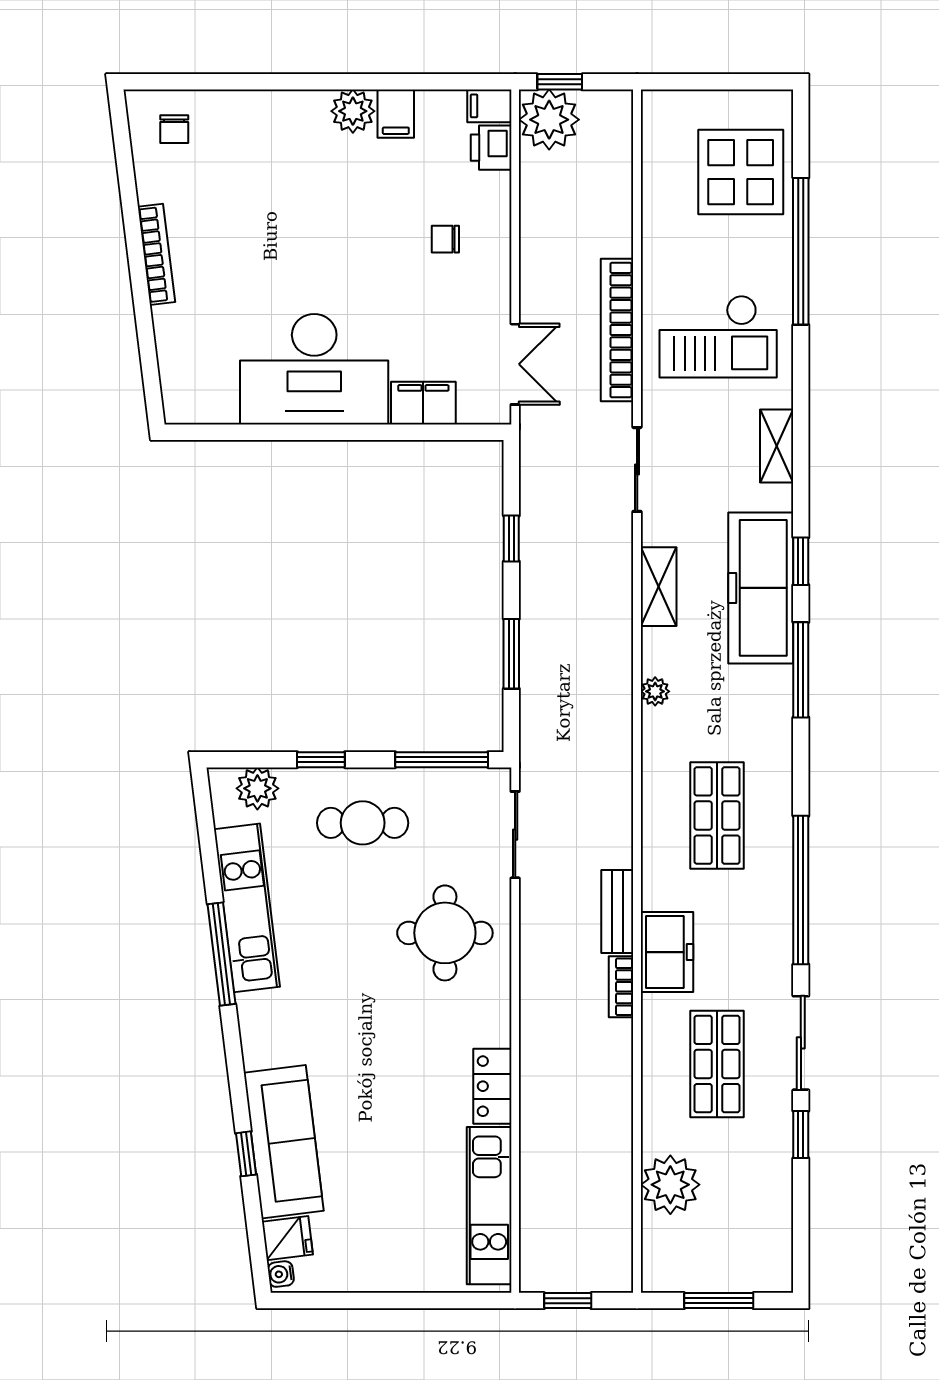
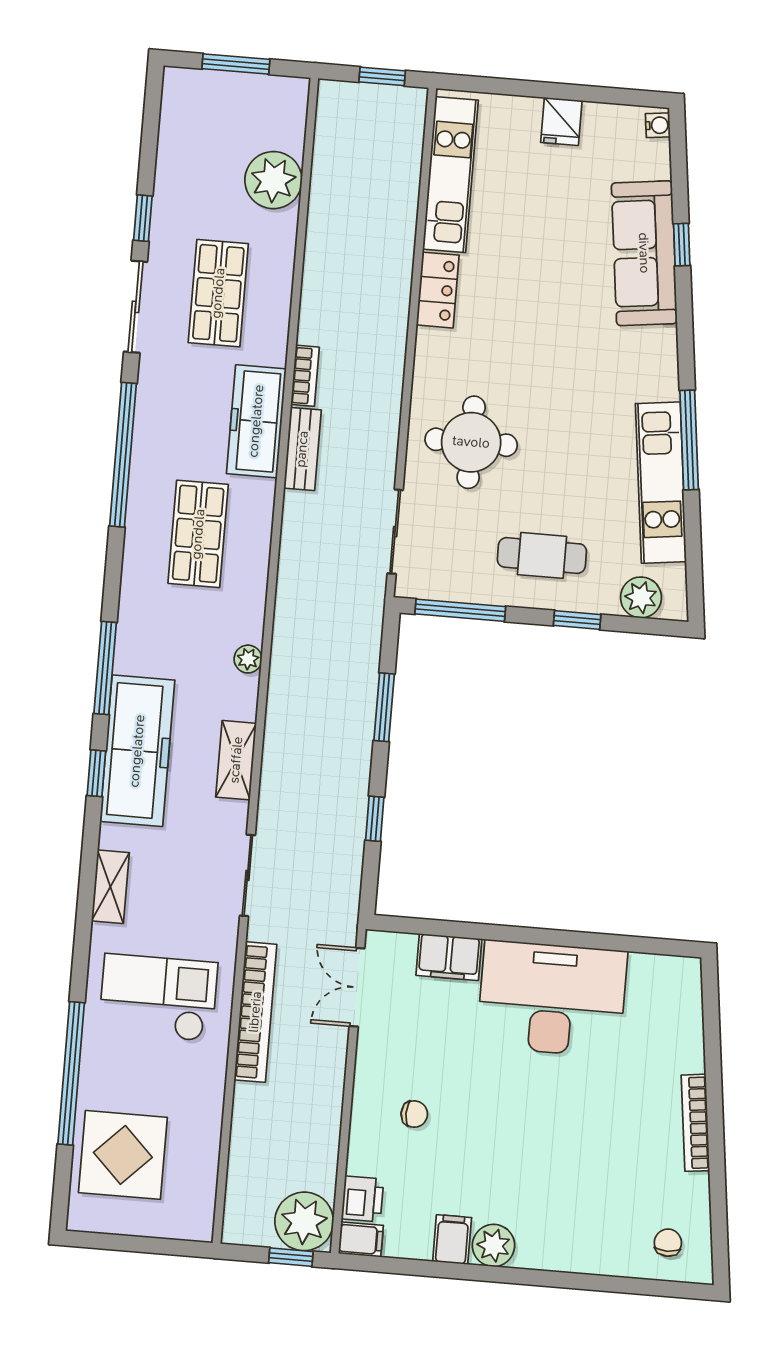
freezer: (667, 952) -> (256, 421), width x1.40
fridge: (287, 1238) -> (561, 121), moved, turned -83

